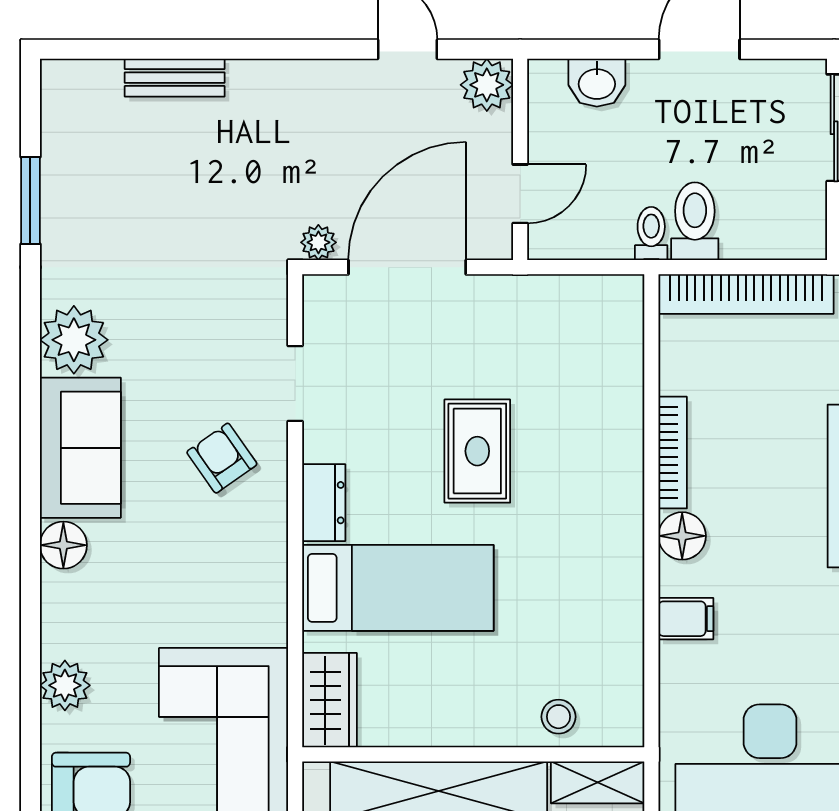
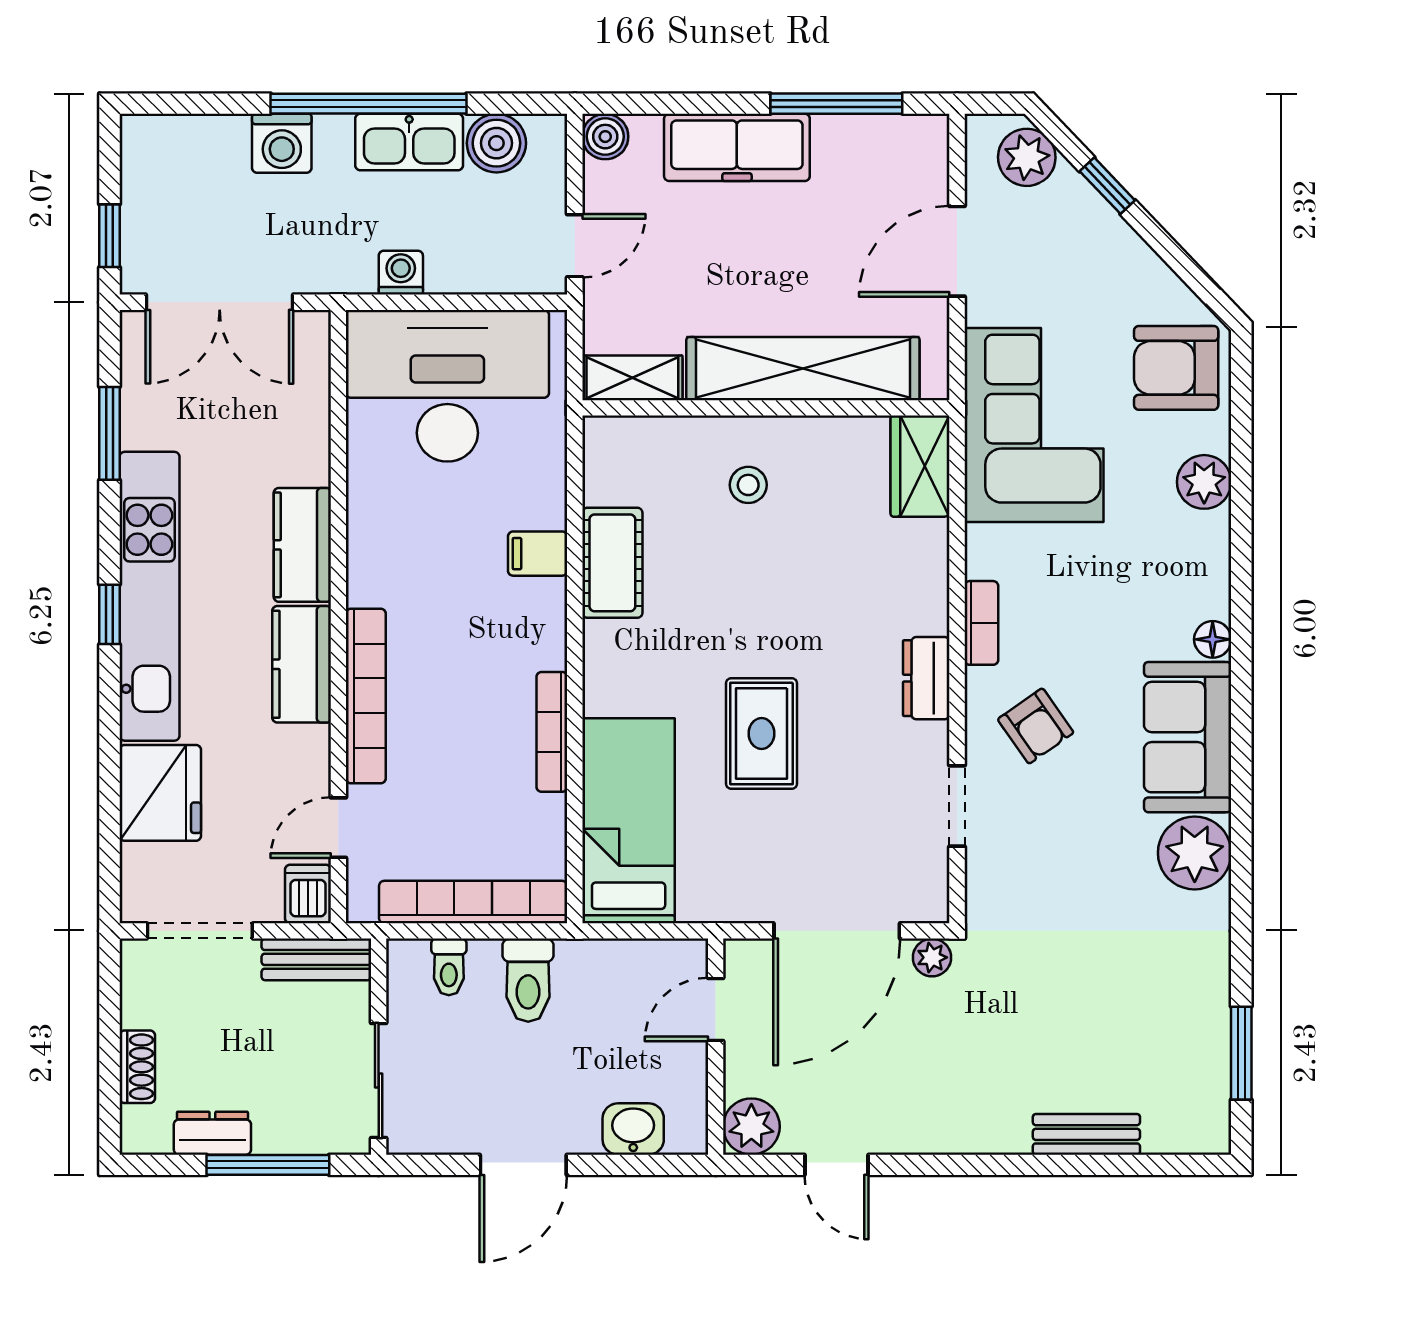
window: (30, 201) -> (1241, 1053), moved
toilet: (651, 234) -> (449, 967), moved
floor lamp: (682, 536) -> (542, 642), removed
floor lamp: (63, 545) -> (1213, 639), width x0.73, depth x0.73
bookcase: (272, 554) -> (981, 623), added
bed: (398, 588) -> (629, 821), moved, turned 90
cot: (616, 610) -> (612, 563), added
stool: (559, 717) -> (748, 485), moved

